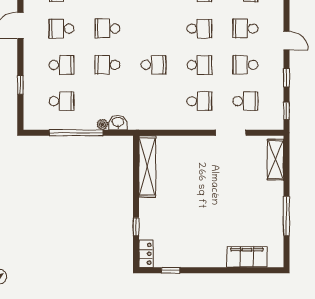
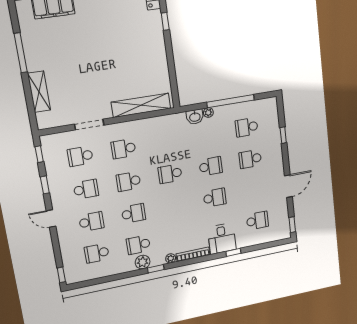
school desk: (61, 29) -> (254, 190), removed
school desk: (199, 29) -> (134, 213), turned 180
shelving: (275, 160) -> (39, 92), moved
shelving: (147, 166) -> (141, 105), moved, turned 90

